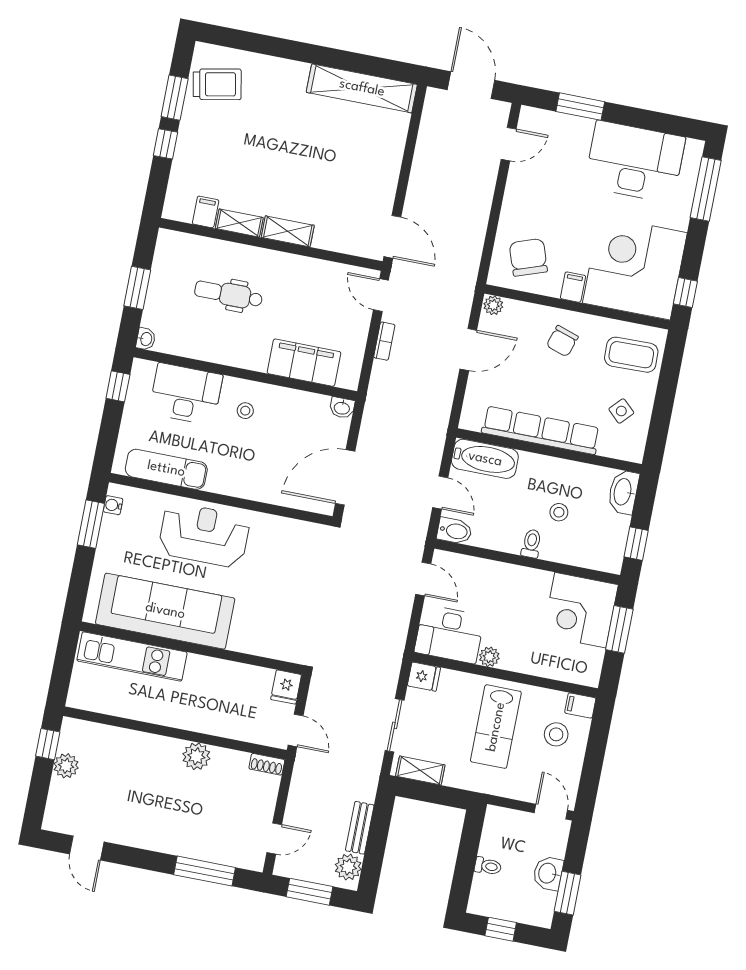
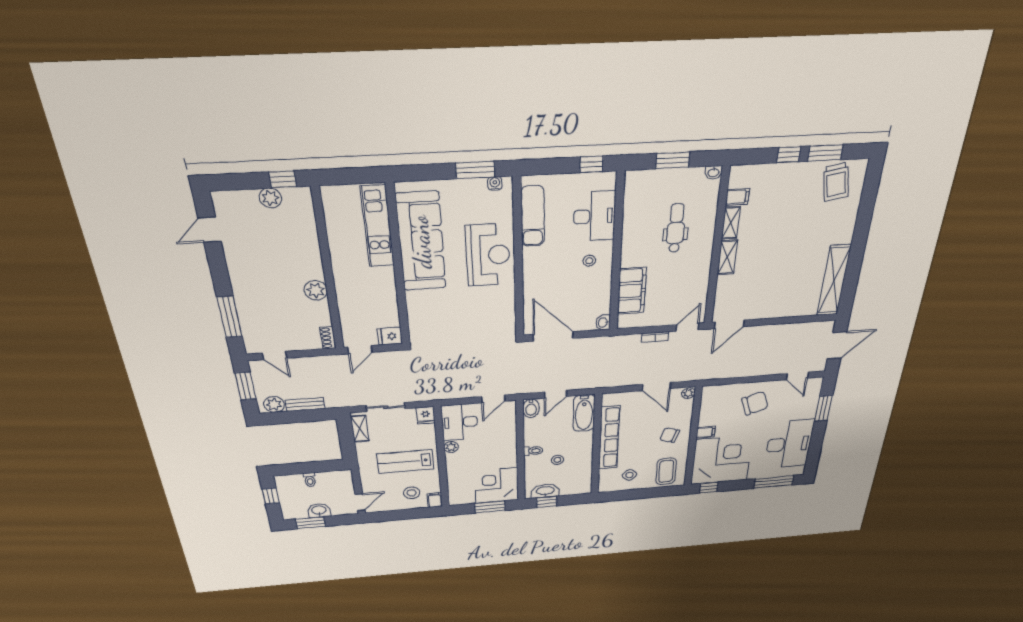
chair: (528, 257) -> (755, 403), moved
washbasin: (146, 339) -> (713, 172), moved
washbasin: (623, 492) -> (545, 491), moved

